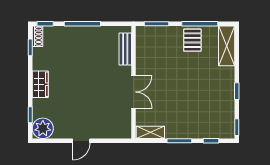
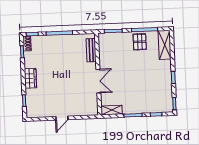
plant: (43, 128) -> (34, 110), removed

